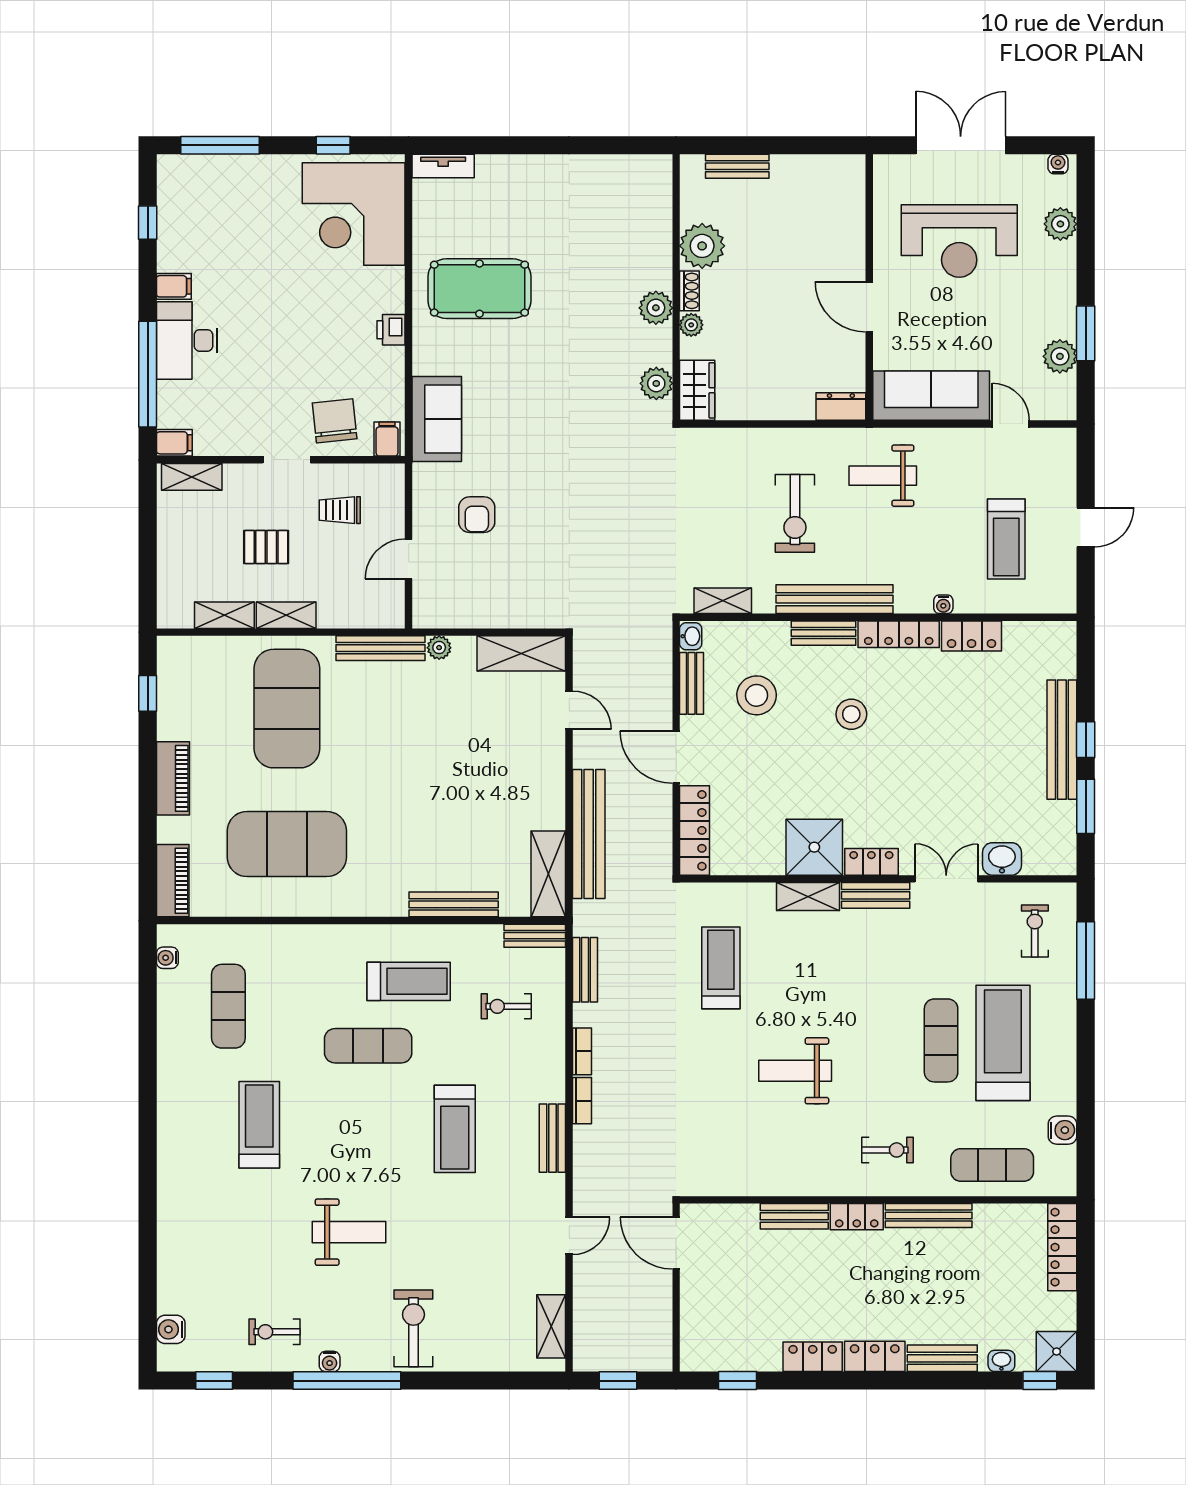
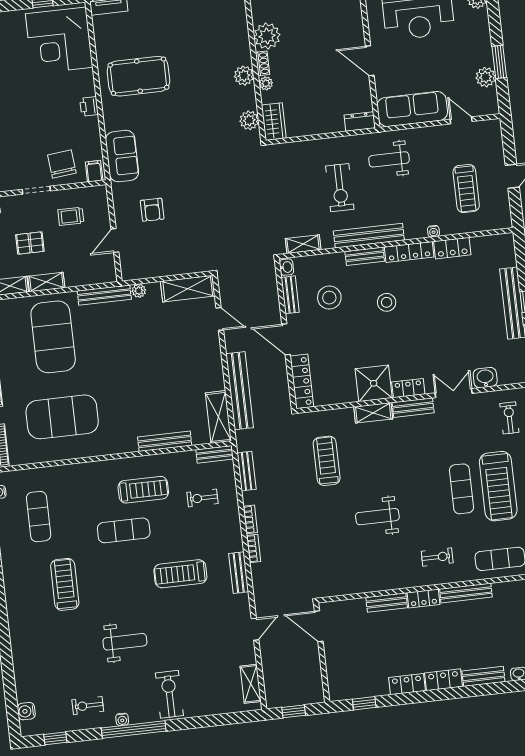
treadmill: (1003, 1043) -> (498, 486), turned 180
treadmill: (455, 1129) -> (180, 574), turned 90

